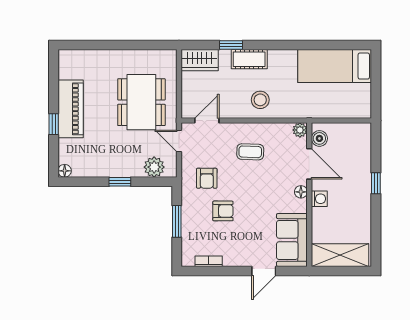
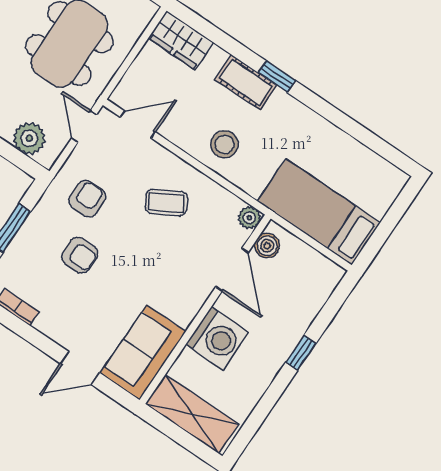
window: (231, 45) -> (277, 77), moved
bed: (335, 66) -> (319, 212), moved
coffee table: (250, 152) -> (166, 203), turned -31
armchair: (207, 178) -> (87, 199), turned 180
floor lamp: (301, 192) -> (197, 298), removed
washing machine: (319, 199) -> (217, 338), width x1.89, depth x1.89

